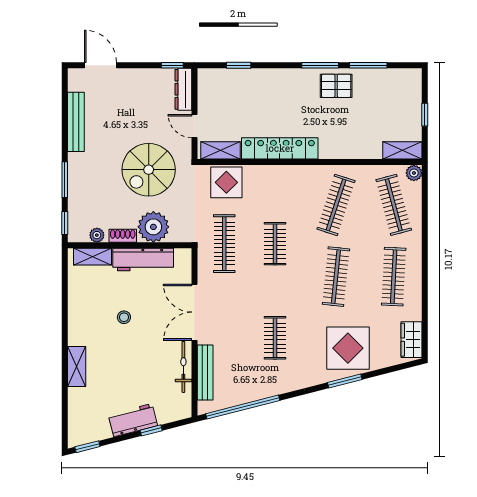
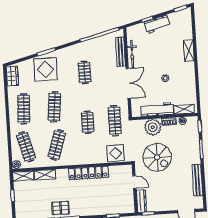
shelving: (221, 150) -> (45, 175), moved
spiral stairs: (149, 170) -> (157, 157), turned 90

